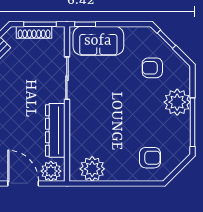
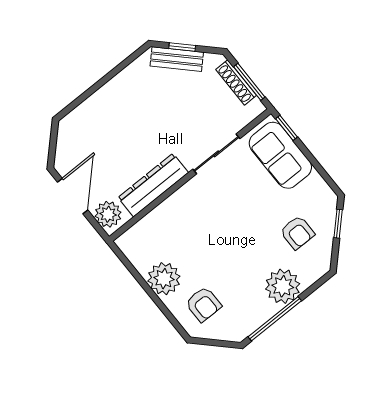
armchair: (152, 68) -> (297, 233), turned 180
plant: (92, 169) -> (164, 279), moved

